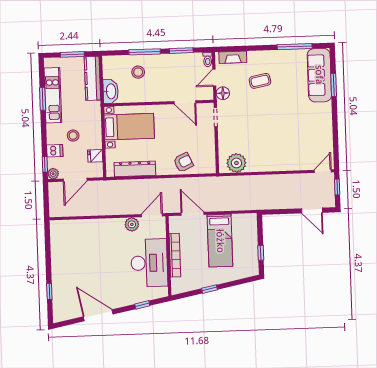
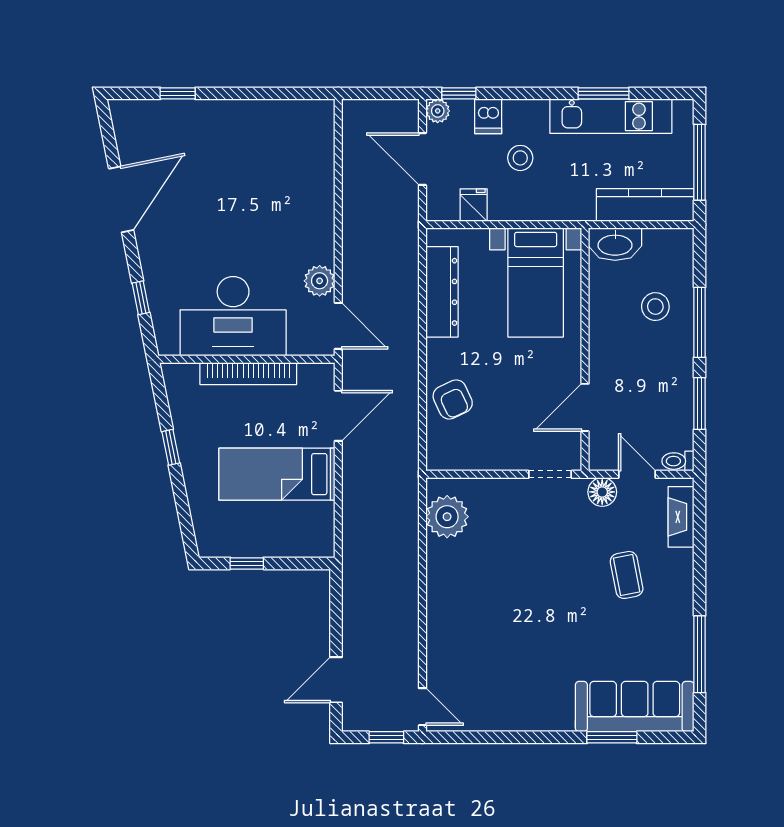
window: (72, 54) -> (700, 162), width x1.44

